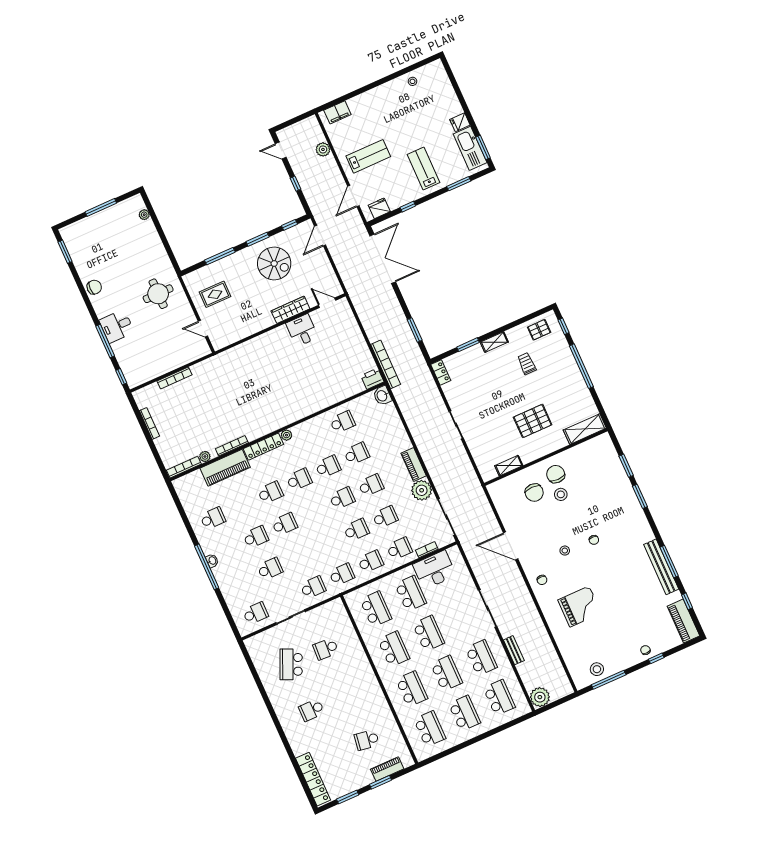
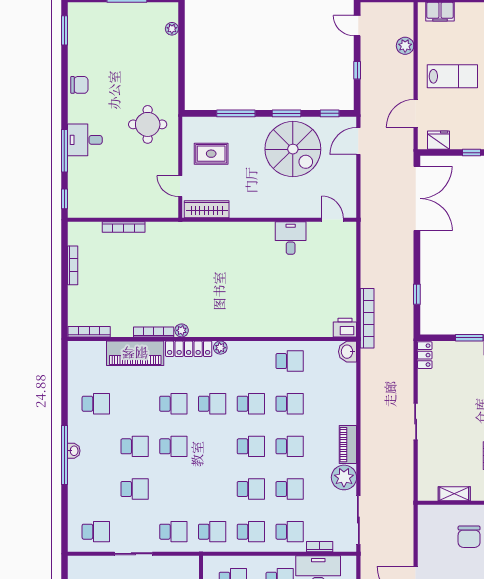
spiral stairs: (274, 264) -> (293, 149), width x1.37, depth x1.37
wardrobe: (290, 310) -> (207, 209), moved
window: (415, 330) -> (417, 294), width x0.67
plant: (205, 456) -> (182, 330), moved

